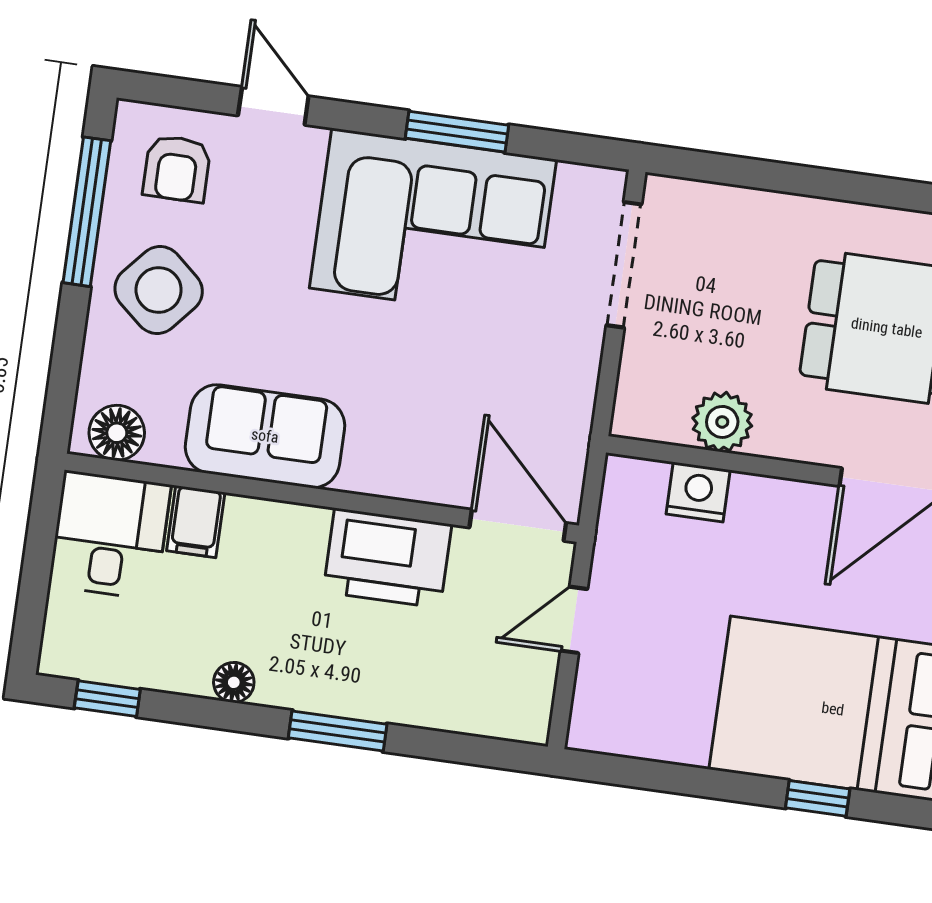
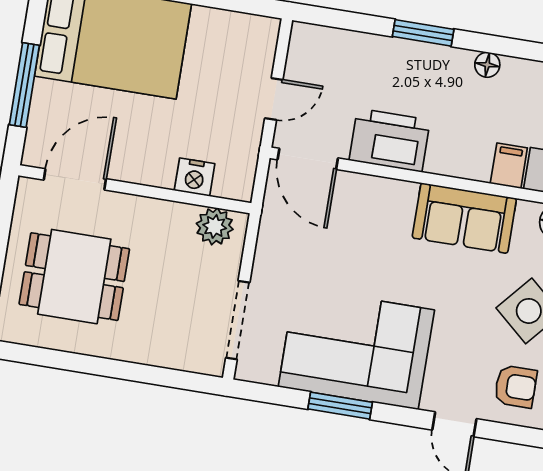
armchair: (177, 169) -> (516, 387), turned 90
plant: (722, 422) -> (215, 226), moved

